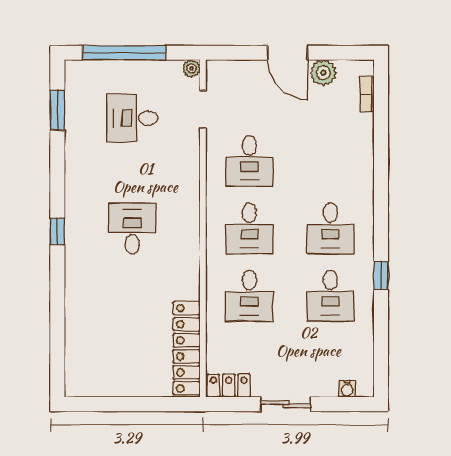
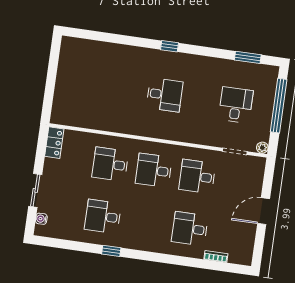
plant: (323, 73) -> (247, 232), removed
bookcase: (367, 94) -> (216, 257), moved
desk: (330, 228) -> (190, 229), moved
locker: (187, 348) -> (82, 119), removed
sliding door: (286, 404) -> (35, 190), moved

